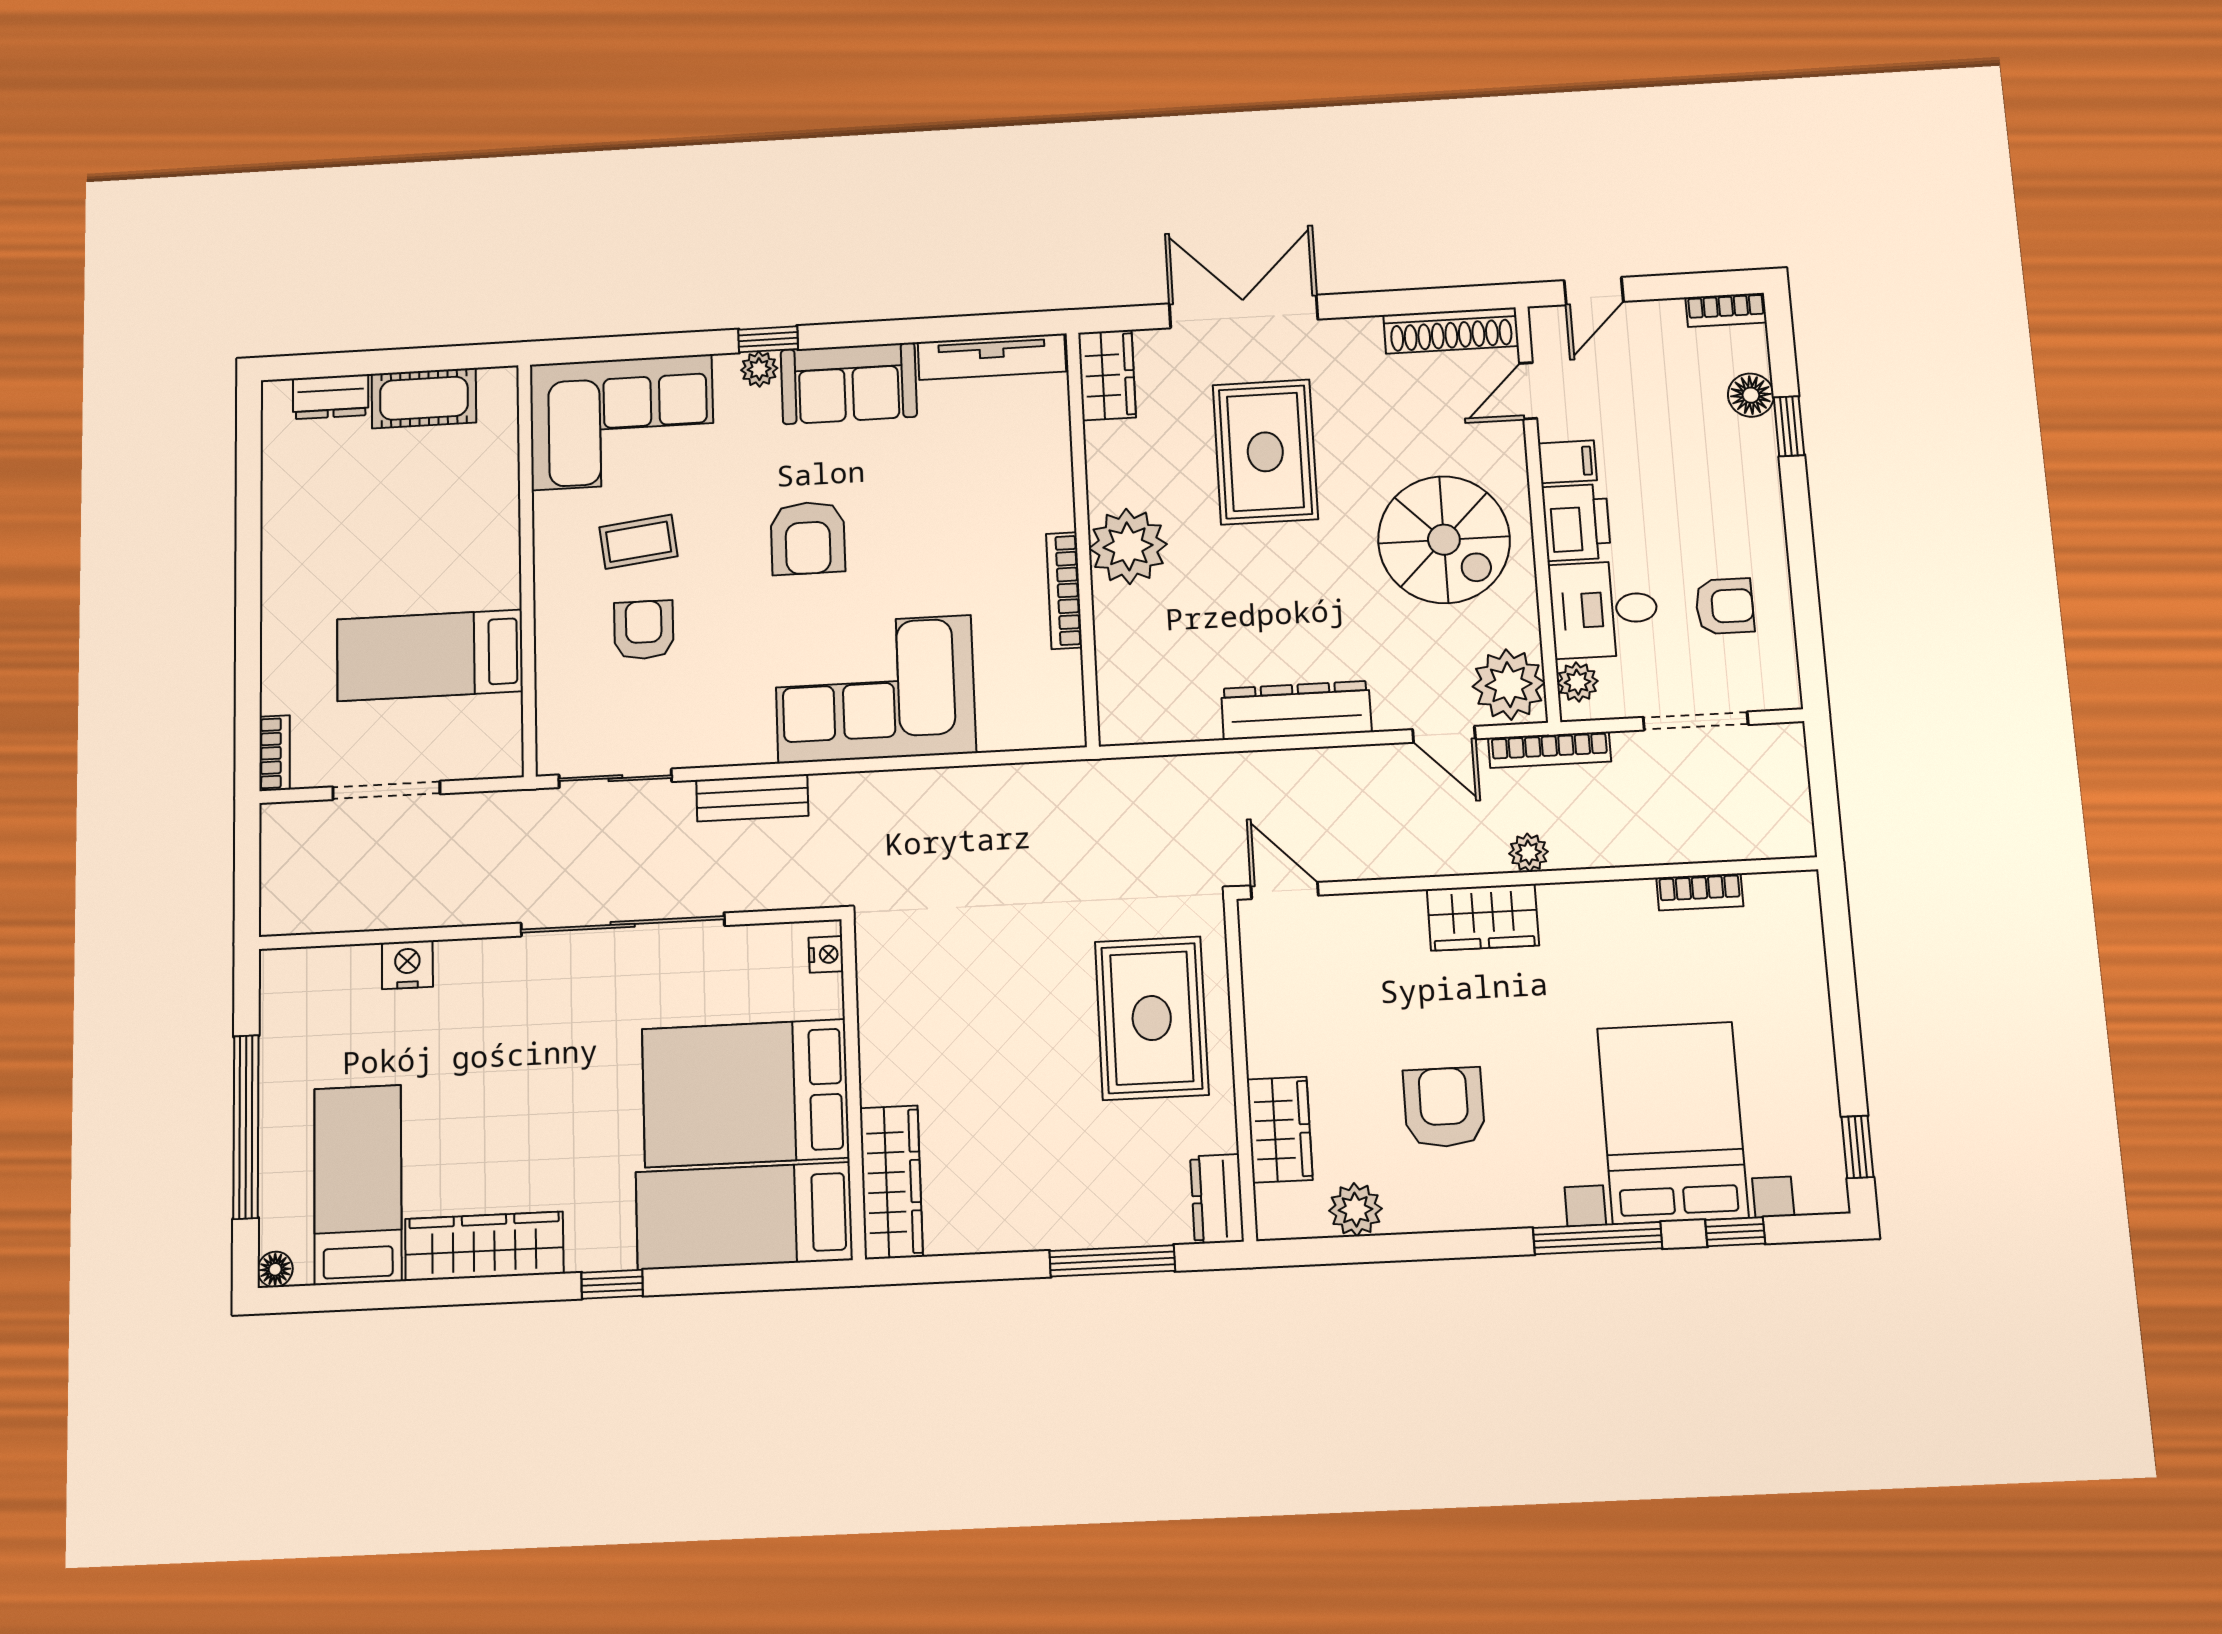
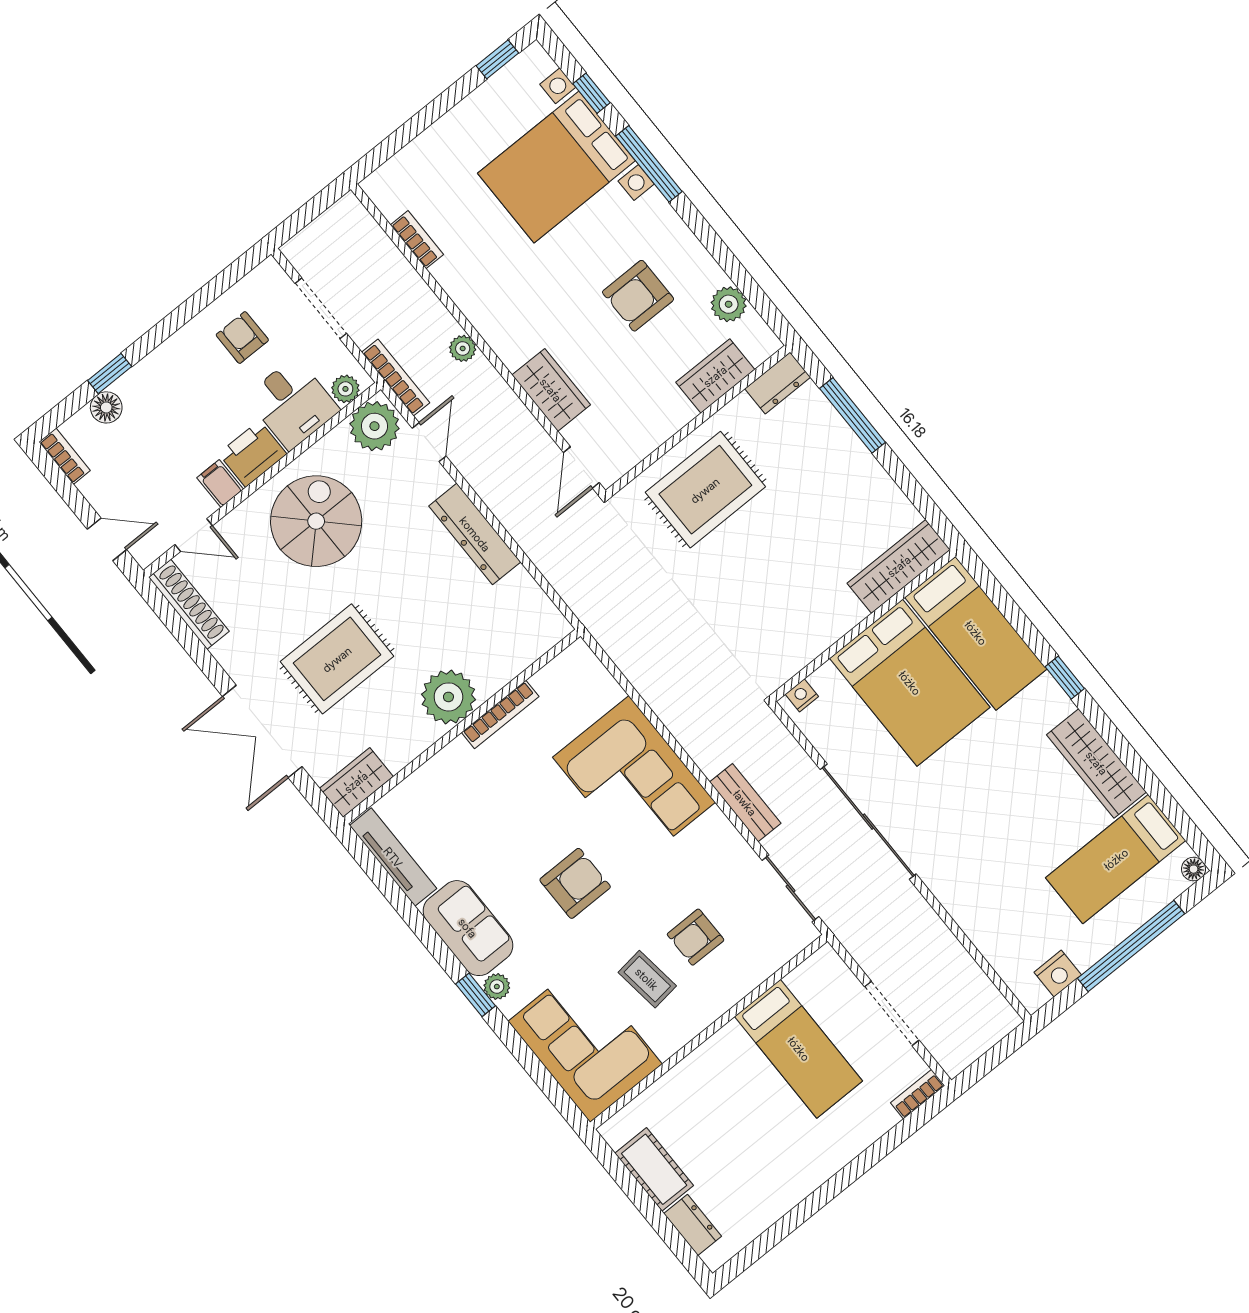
wardrobe: (1483, 917) -> (551, 390), moved
nightstand: (407, 965) -> (1058, 974), moved, turned -90

